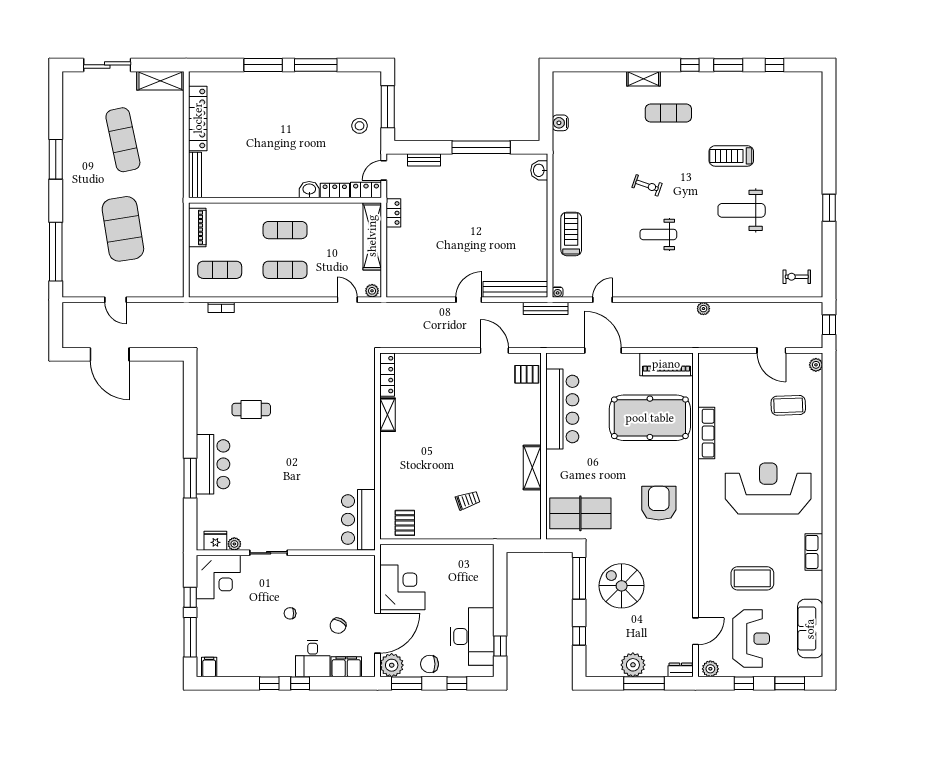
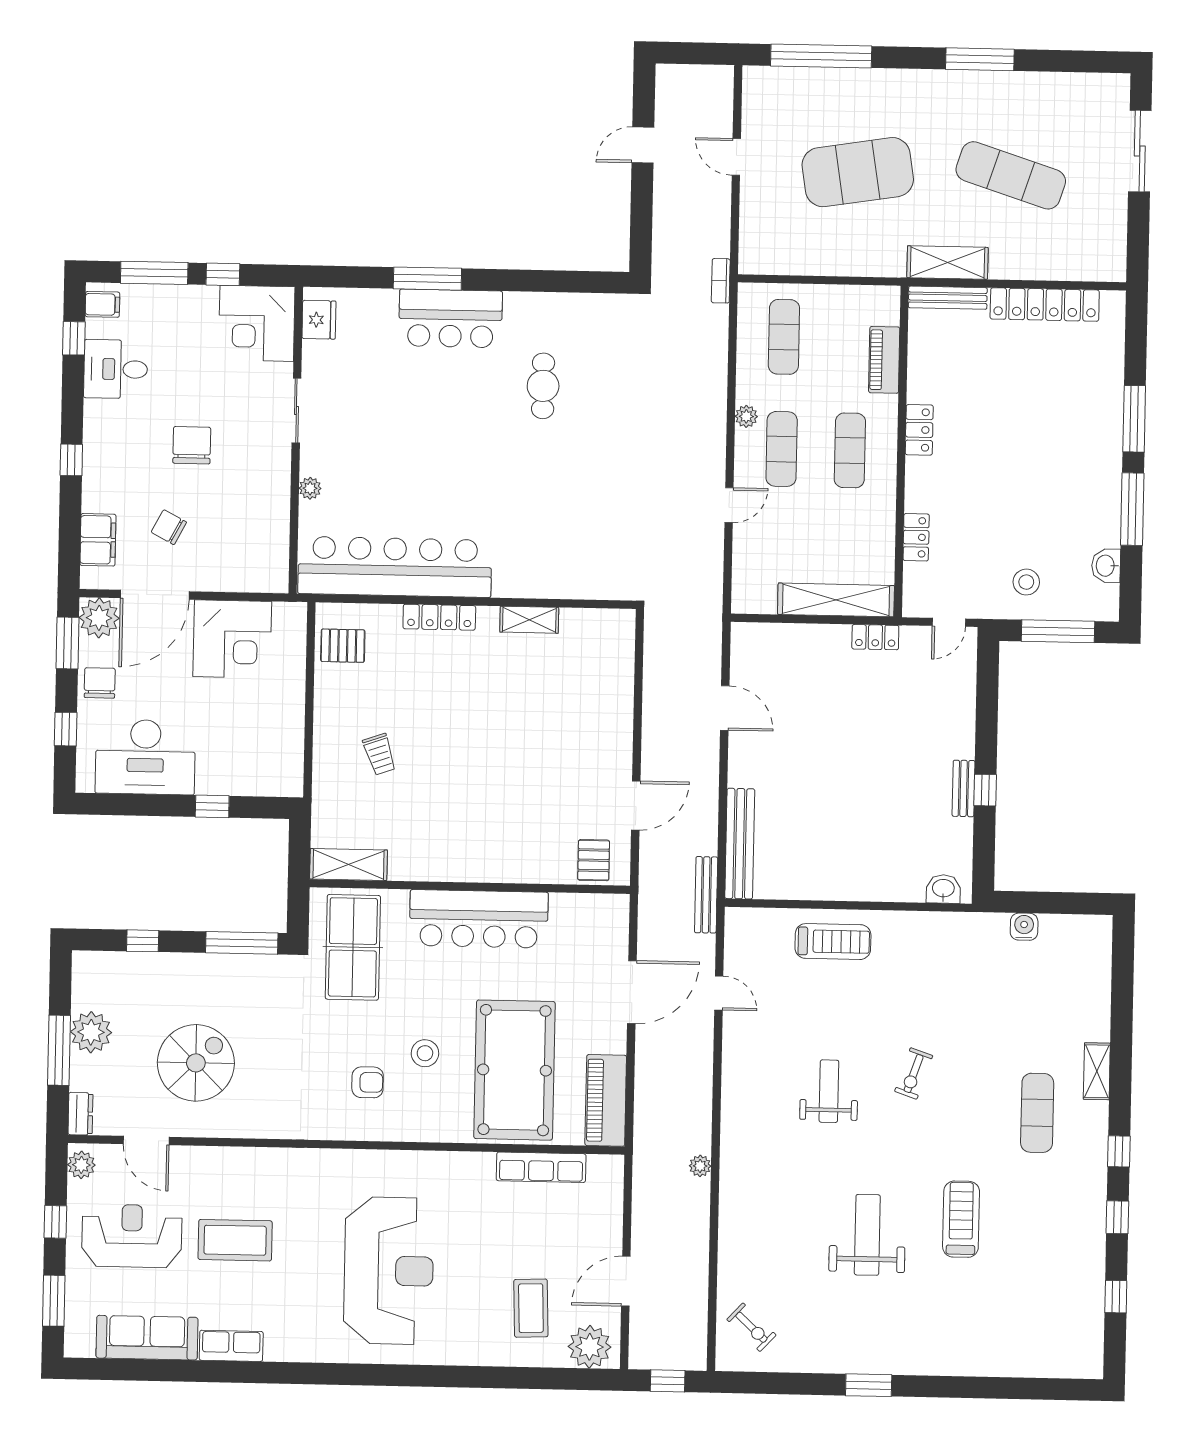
window: (728, 65) -> (1117, 1217), width x0.67
shelving: (160, 81) -> (947, 263), moved, turned 90
exercise mat: (123, 140) -> (1011, 175), turned 30
window: (481, 147) -> (985, 790), width x0.32
bench: (424, 160) -> (964, 788), moved
door: (384, 170) -> (949, 622), swing flipped
washbasin: (309, 190) -> (1106, 566), moved, turned 180
locker: (366, 190) -> (919, 430), moved
piano: (197, 228) -> (884, 360), moved, turned 90
exercise bike: (797, 277) -> (751, 1327), turned 133
plant: (372, 291) -> (746, 416), moved
water cooler: (558, 292) -> (734, 916), removed
door: (116, 300) -> (736, 157), hinge flipped
door: (347, 300) -> (729, 505), moved
door: (469, 300) -> (725, 708), moved
bookcase: (221, 307) -> (721, 281), moved
door: (110, 354) -> (643, 145), width x0.53
plant: (816, 365) -> (590, 1347), width x1.87, depth x1.87
locker: (387, 375) -> (439, 617), moved
bar counter: (562, 409) -> (479, 919), moved
row of seats: (706, 433) -> (541, 1167), moved
shelving: (532, 468) -> (349, 865), moved
stool: (641, 470) -> (425, 1053), added
armchair: (659, 503) -> (368, 1082), width x0.53, depth x0.53
bar counter: (358, 520) -> (395, 567), width x1.86
plant: (234, 544) -> (310, 488), moved
row of seats: (814, 552) -> (231, 1346), moved
coffee table: (752, 578) -> (235, 1240), turned 90
spiral stairs: (622, 586) -> (196, 1063), moved
chair: (290, 613) -> (192, 445), width x1.87, depth x1.87
door: (378, 633) -> (155, 595), hinge flipped
reception desk: (751, 639) -> (132, 1236), turned 180
window: (500, 646) -> (212, 806), moved
desk: (313, 659) -> (116, 369), moved
window: (269, 683) -> (74, 338), moved

